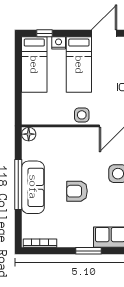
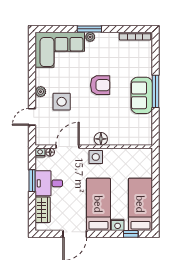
floor lamp: (29, 134) -> (101, 139), moved
window: (18, 184) -> (155, 91), width x0.68
sofa: (33, 187) -> (142, 95), width x0.73
plant: (88, 242) -> (90, 37), added

